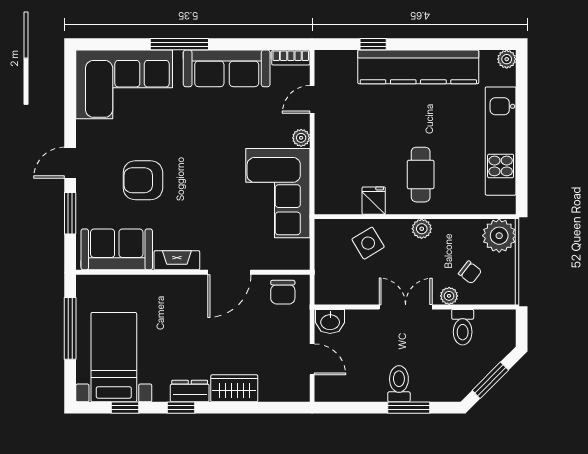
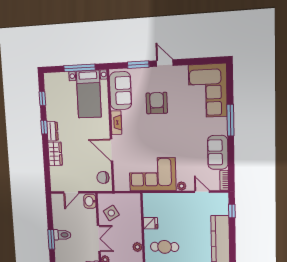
window: (373, 44) -> (232, 211), moved
sofa: (227, 68) -> (218, 152), width x0.73
side table: (368, 243) -> (111, 213), moved
bed with nightstands: (114, 357) -> (89, 94), moved, turned 90

